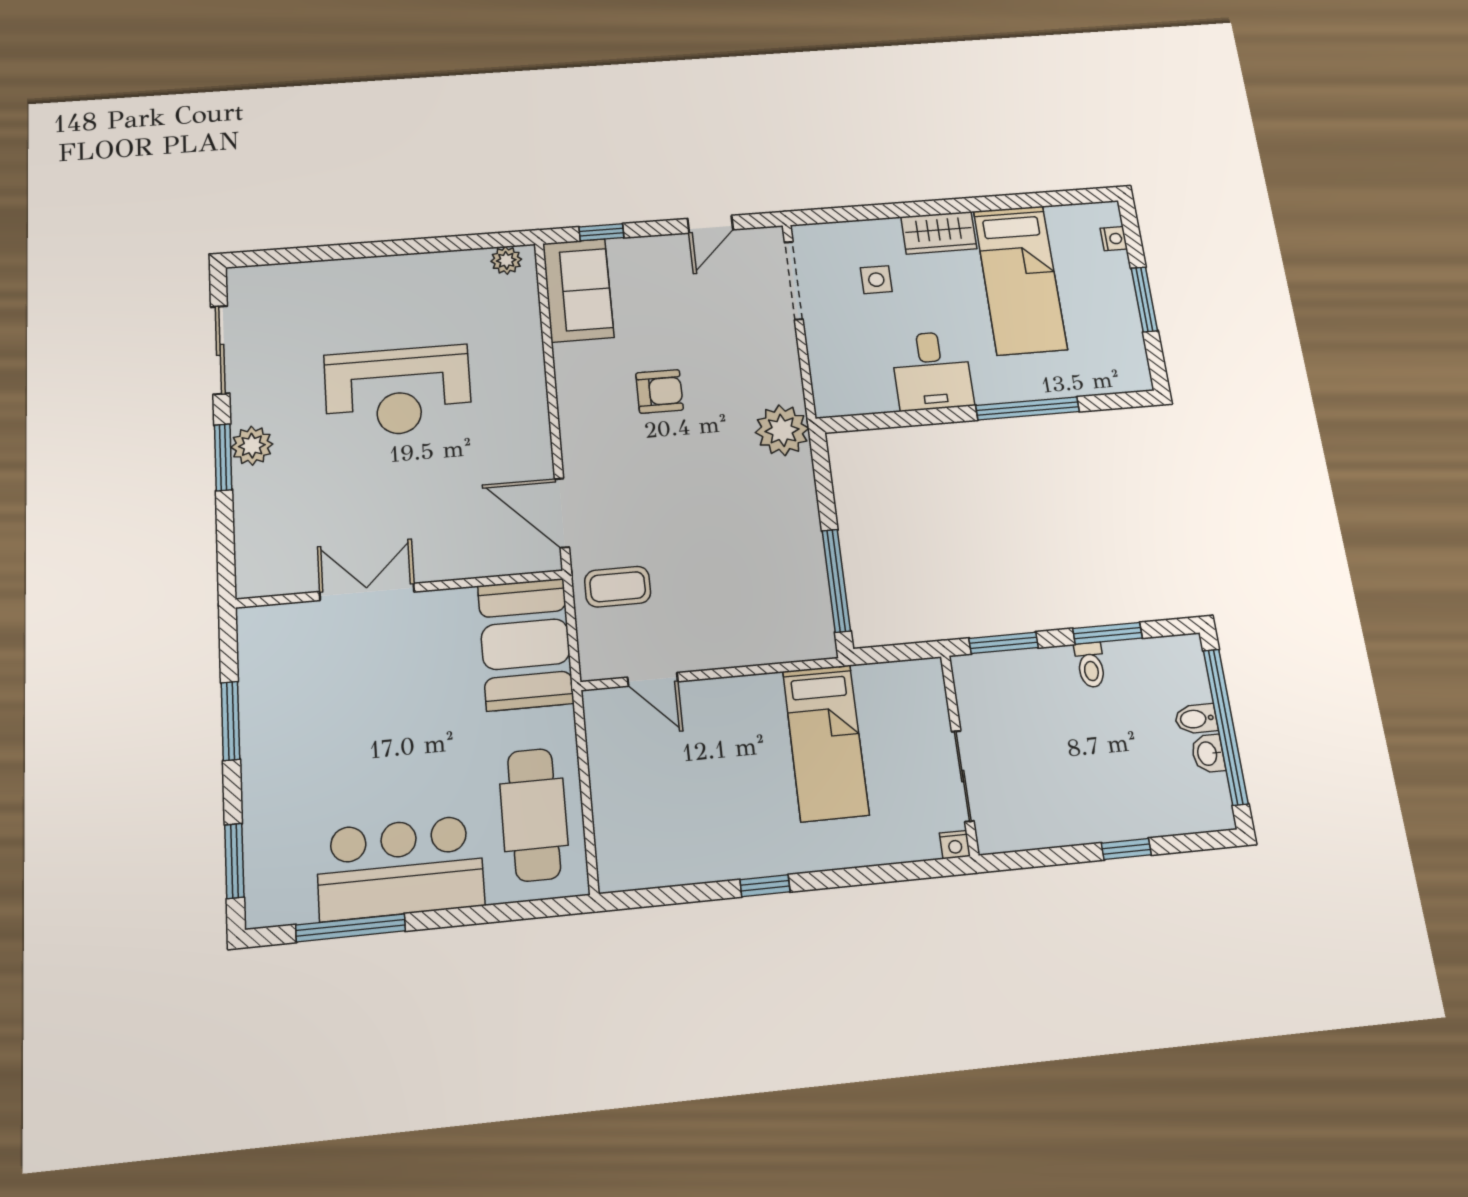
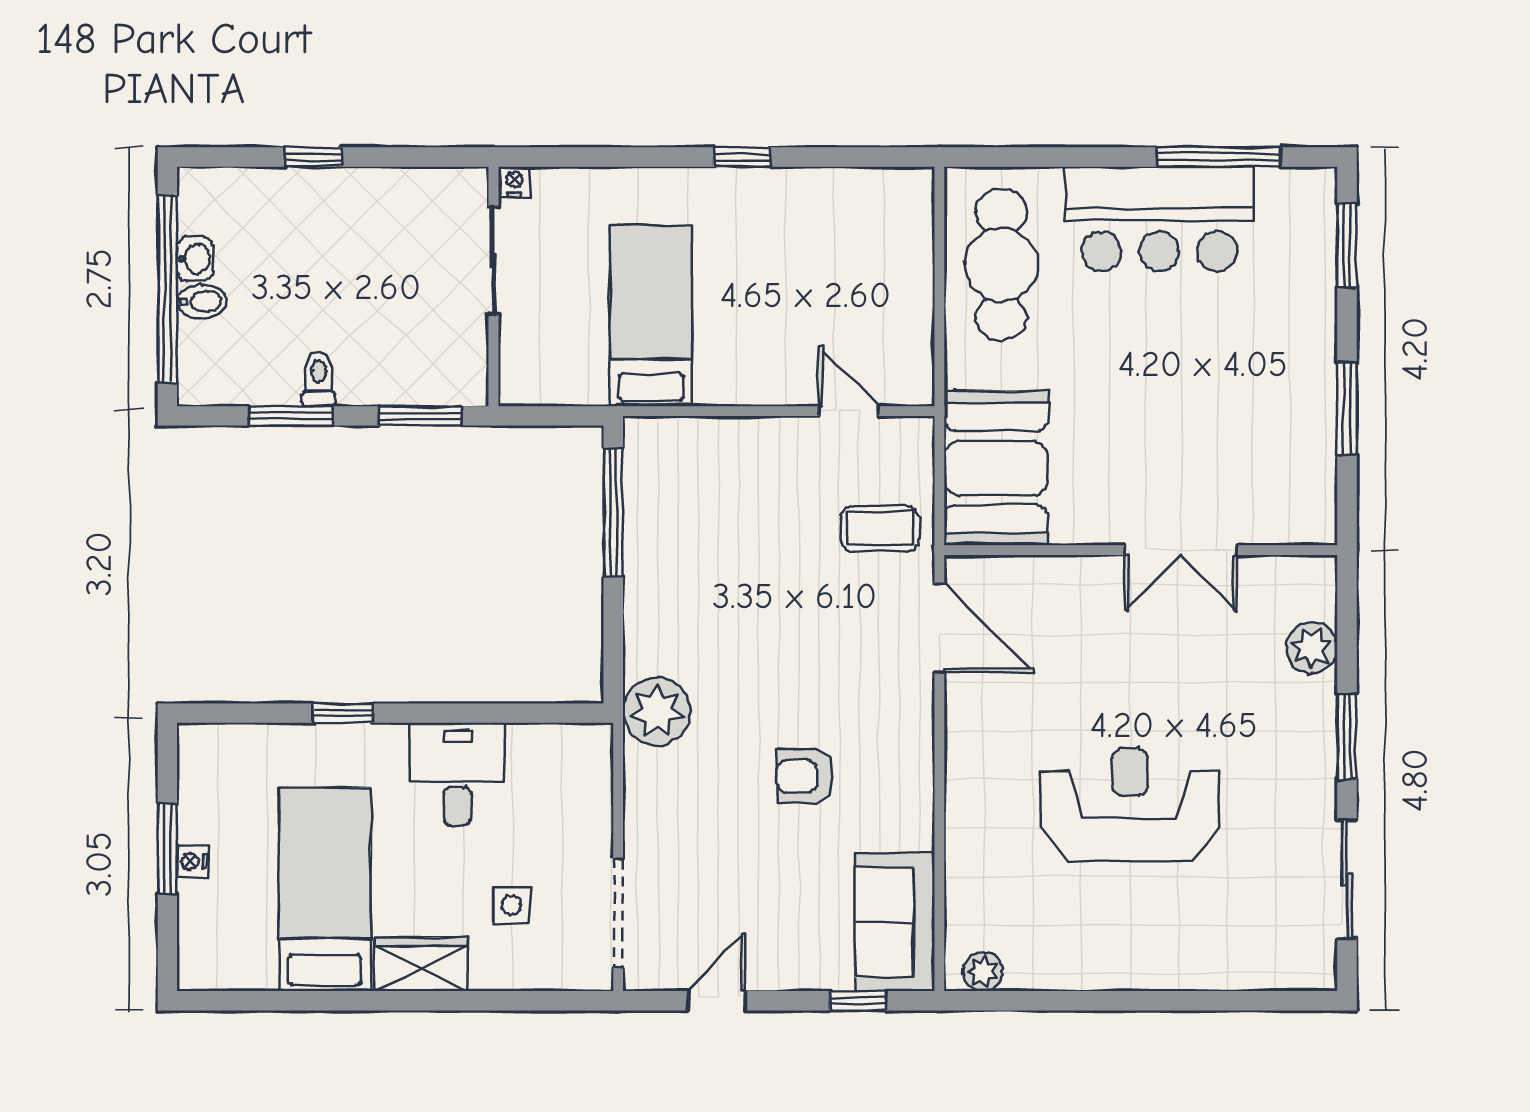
nightstand: (1114, 239) -> (192, 861), moved
window: (1028, 408) -> (343, 713), width x0.46
plant: (252, 446) -> (1312, 648), moved

